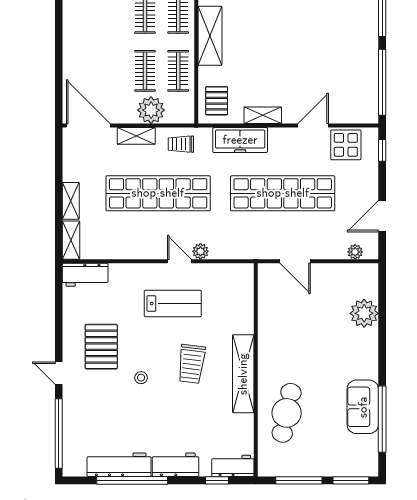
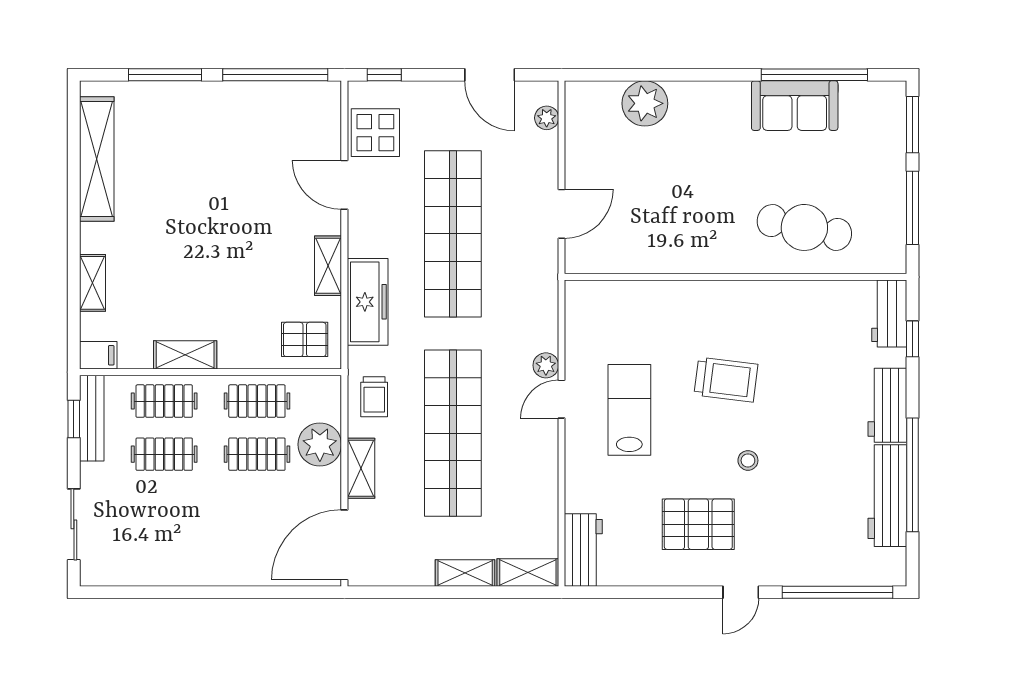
shelving: (210, 36) -> (185, 355), width x0.67, depth x0.75
shelving: (243, 374) -> (742, 297), removed

